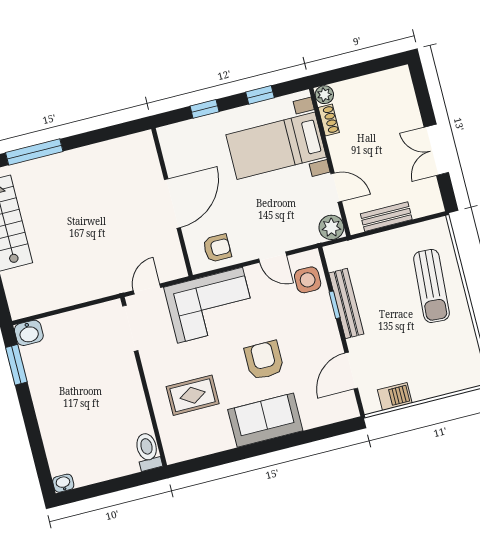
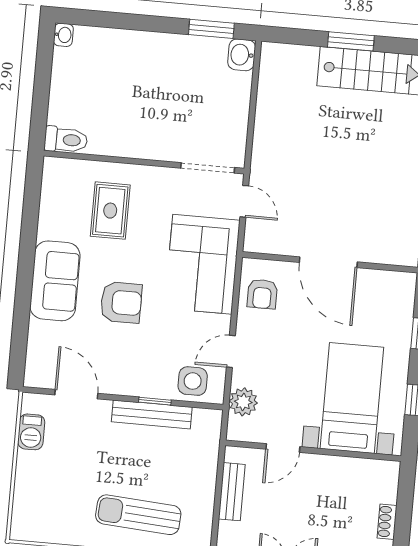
plant: (324, 95) -> (389, 471), removed
shoe rack: (329, 120) -> (387, 522), moved, turned 90
plant: (331, 227) -> (243, 402), moved

